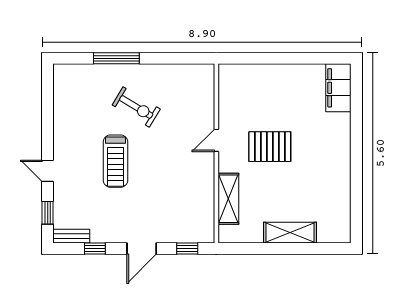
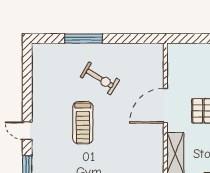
door: (216, 140) -> (165, 106), width x1.87

